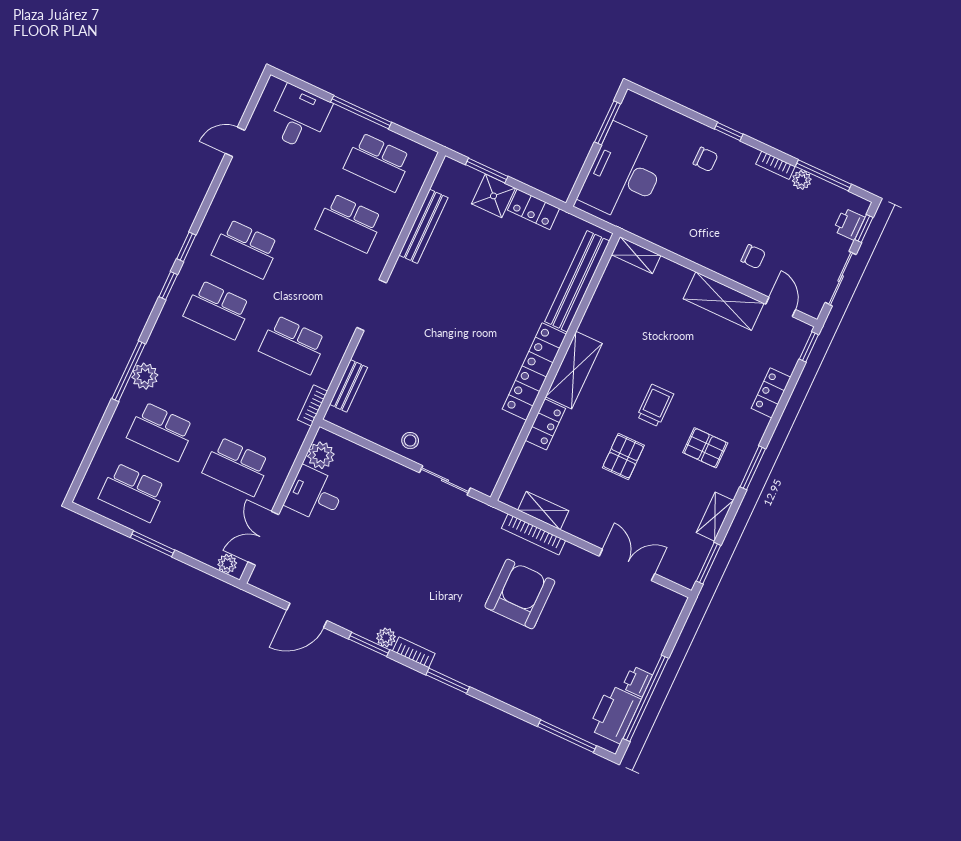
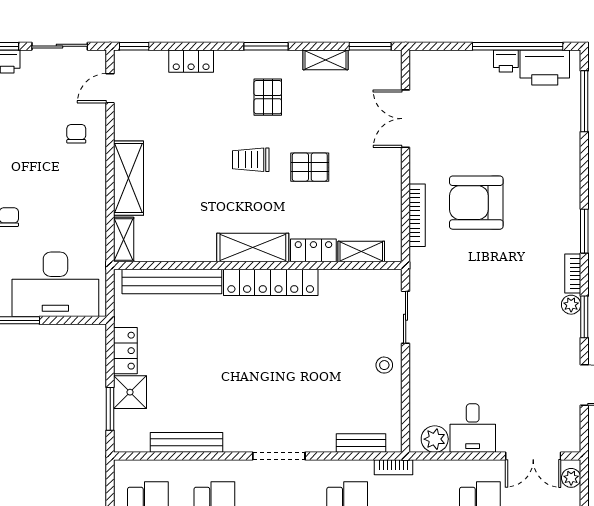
shelving: (724, 301) -> (129, 178), moved
shelving: (543, 510) -> (361, 251), moved, turned 90

